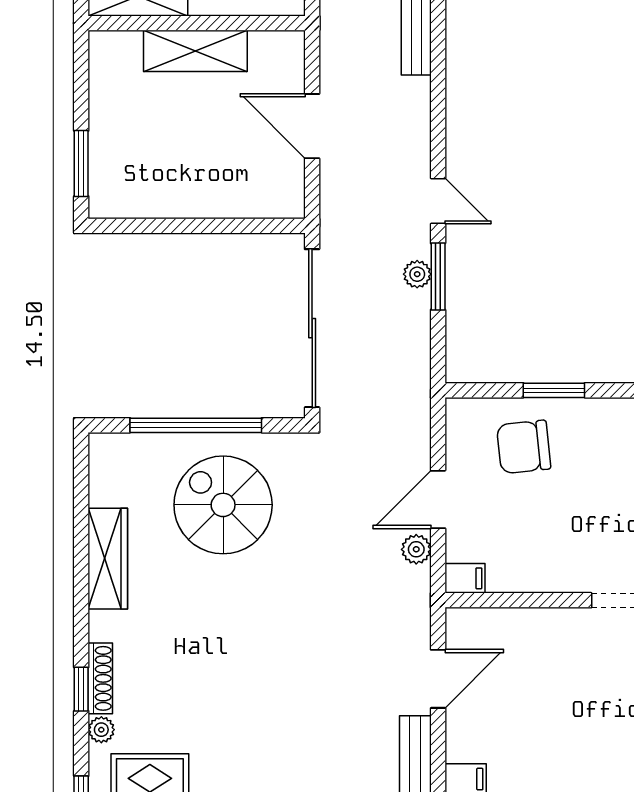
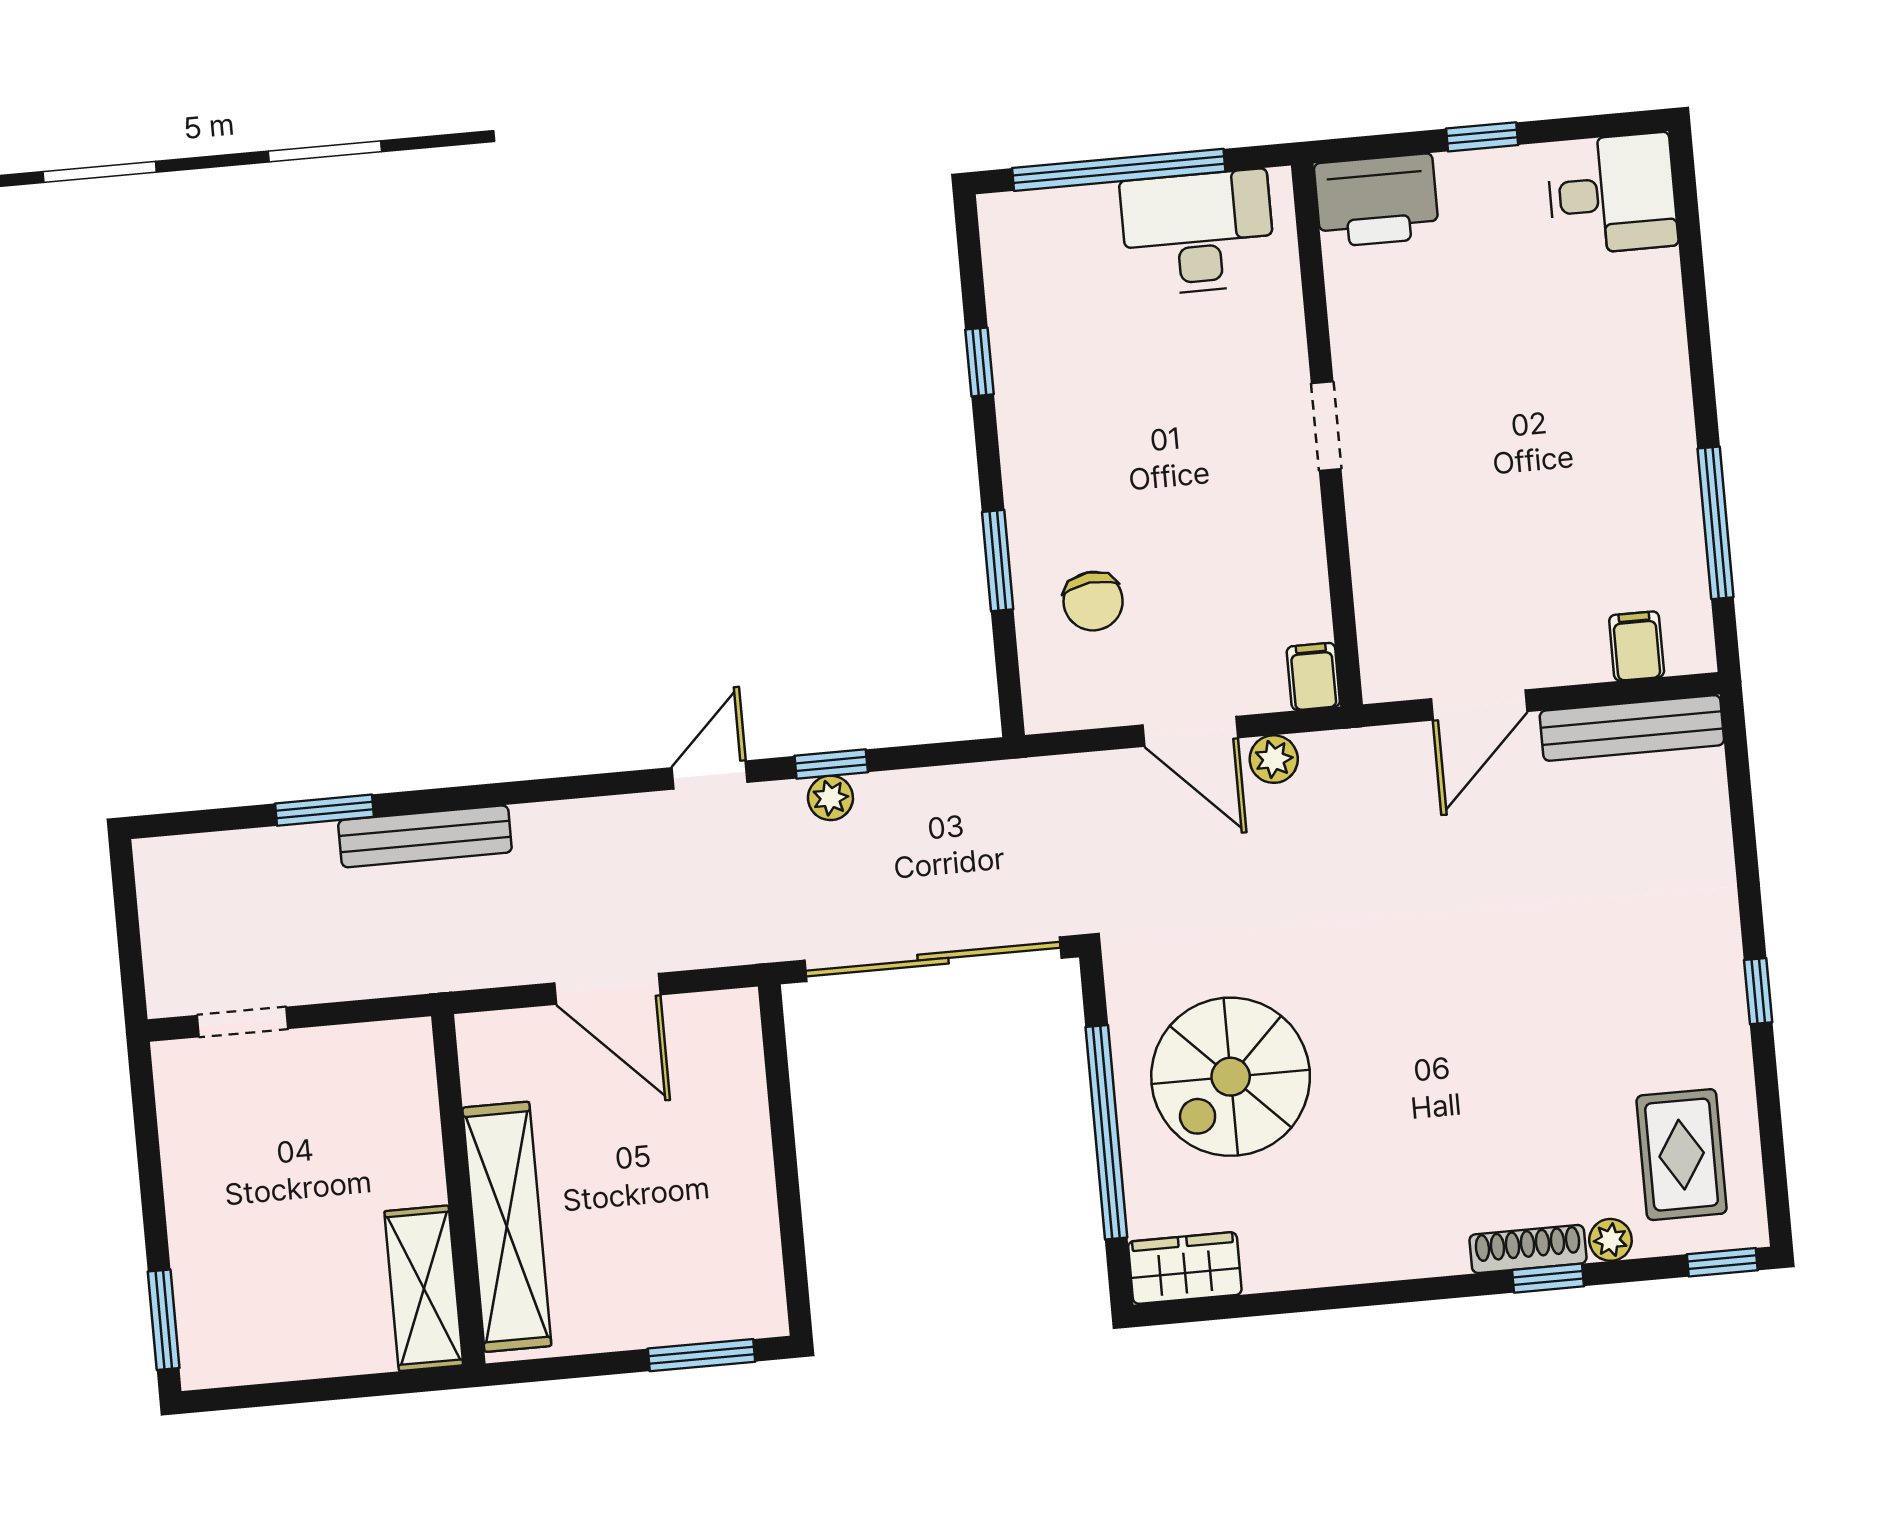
shelving: (195, 51) -> (507, 1227), width x1.47
door: (312, 126) -> (607, 989), hinge flipped
window: (438, 277) -> (831, 764), width x0.67
chair: (524, 447) -> (1093, 601), width x0.73, depth x0.73
wardrobe: (108, 559) -> (1185, 1268), moved, width x0.67
door: (438, 679) -> (1479, 705), swing flipped

